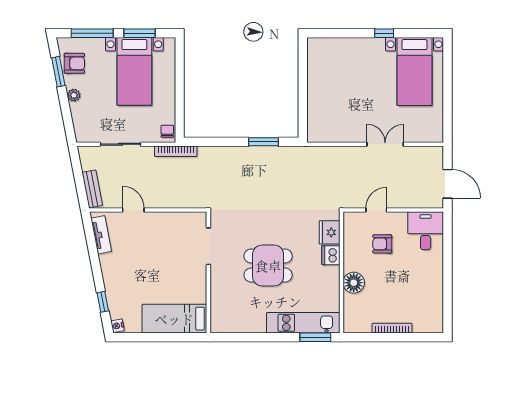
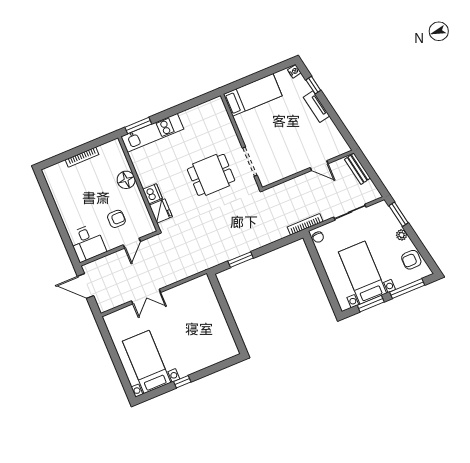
window: (58, 72) -> (399, 214), moved
tv unit: (101, 235) -> (316, 107), moved
dining table: (268, 266) -> (211, 175), moved

